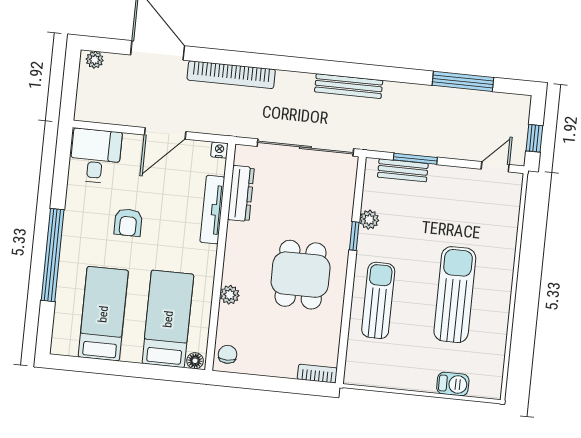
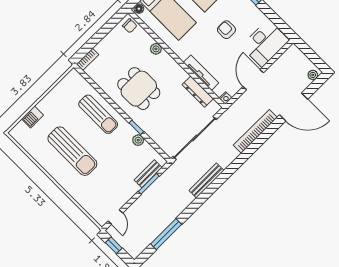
desk: (96, 156) -> (265, 43), width x1.37

